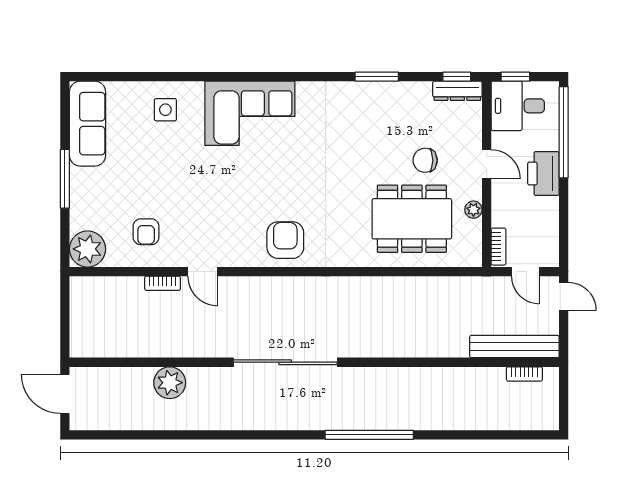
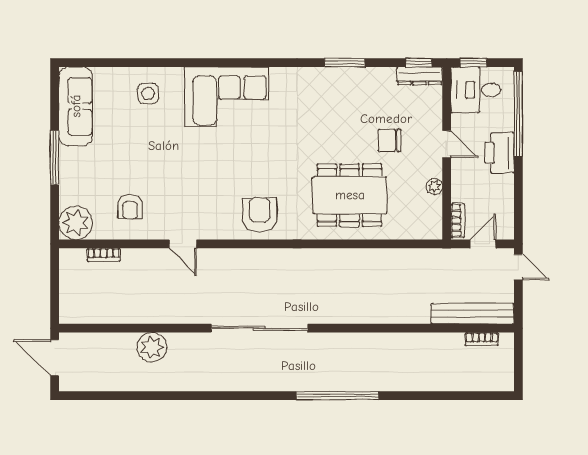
dining table: (412, 219) -> (350, 195), moved
door: (525, 272) -> (483, 244), swing flipped
bookcase: (163, 283) -> (104, 255), moved

